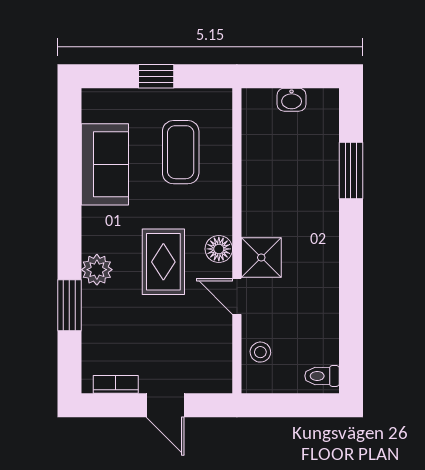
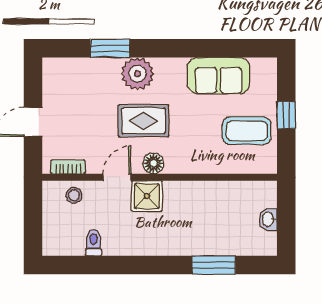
coffee table: (181, 152) -> (247, 131), moved
plant: (97, 270) -> (137, 74), width x1.36, depth x1.36
toilet: (322, 376) -> (94, 243), moved
bookcase: (116, 384) -> (68, 167), moved, turned -90

